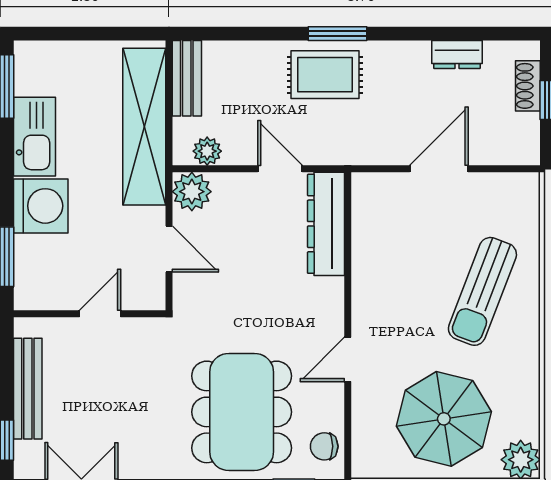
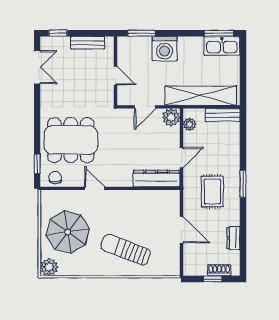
rug: (325, 75) -> (212, 191), moved
kitchen sink: (35, 137) -> (222, 46), moved
bench: (28, 389) -> (88, 43), width x0.73

